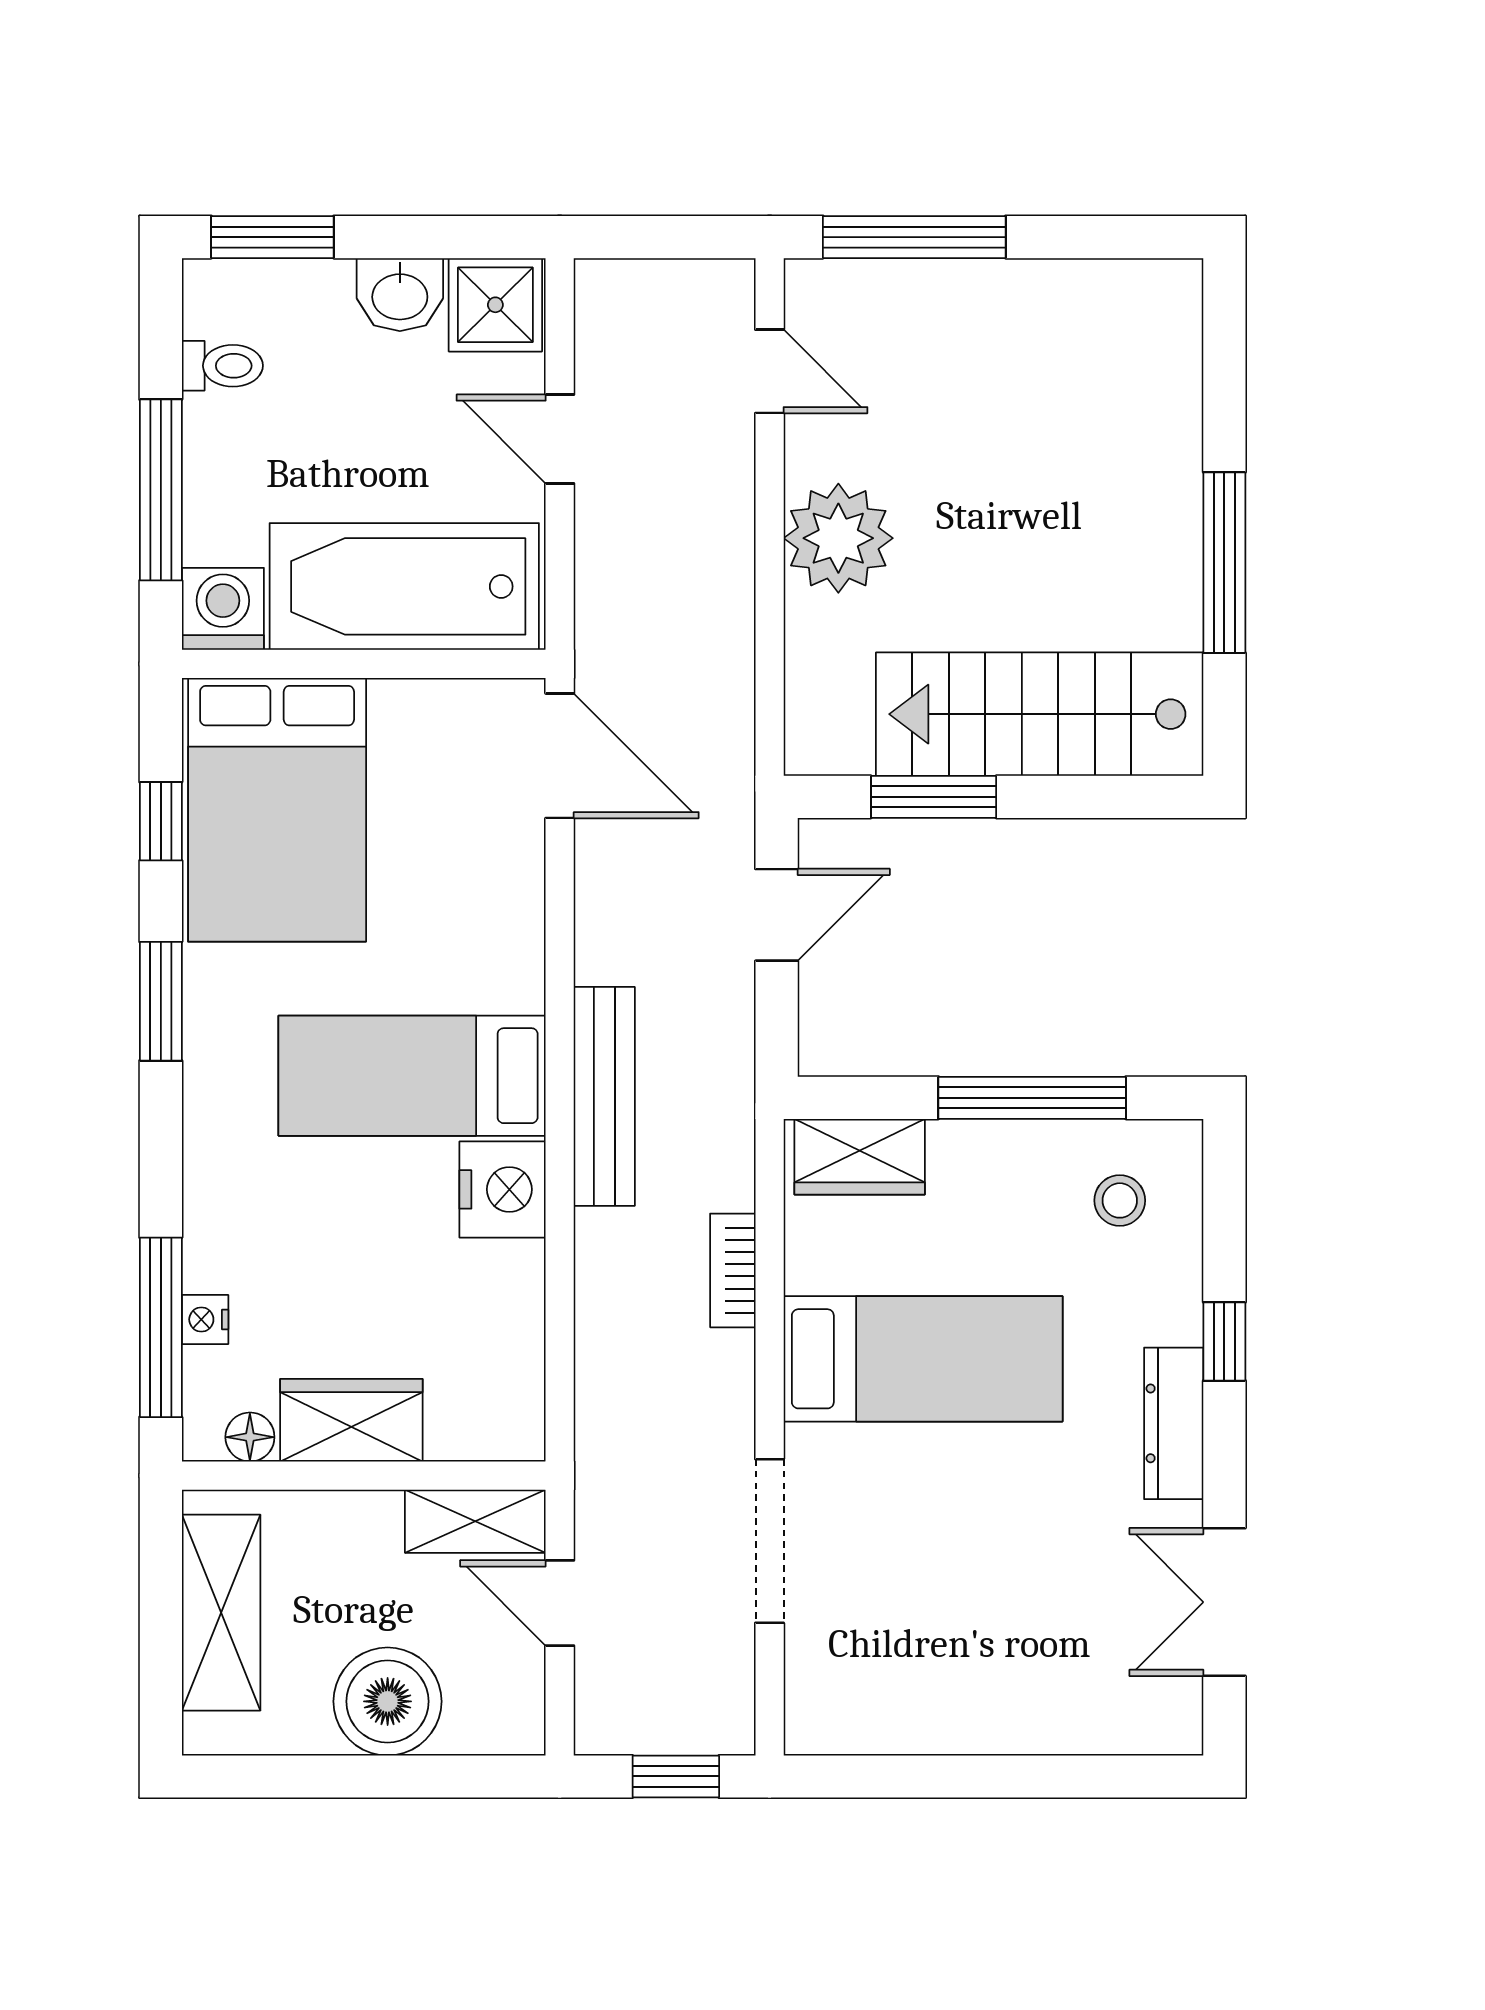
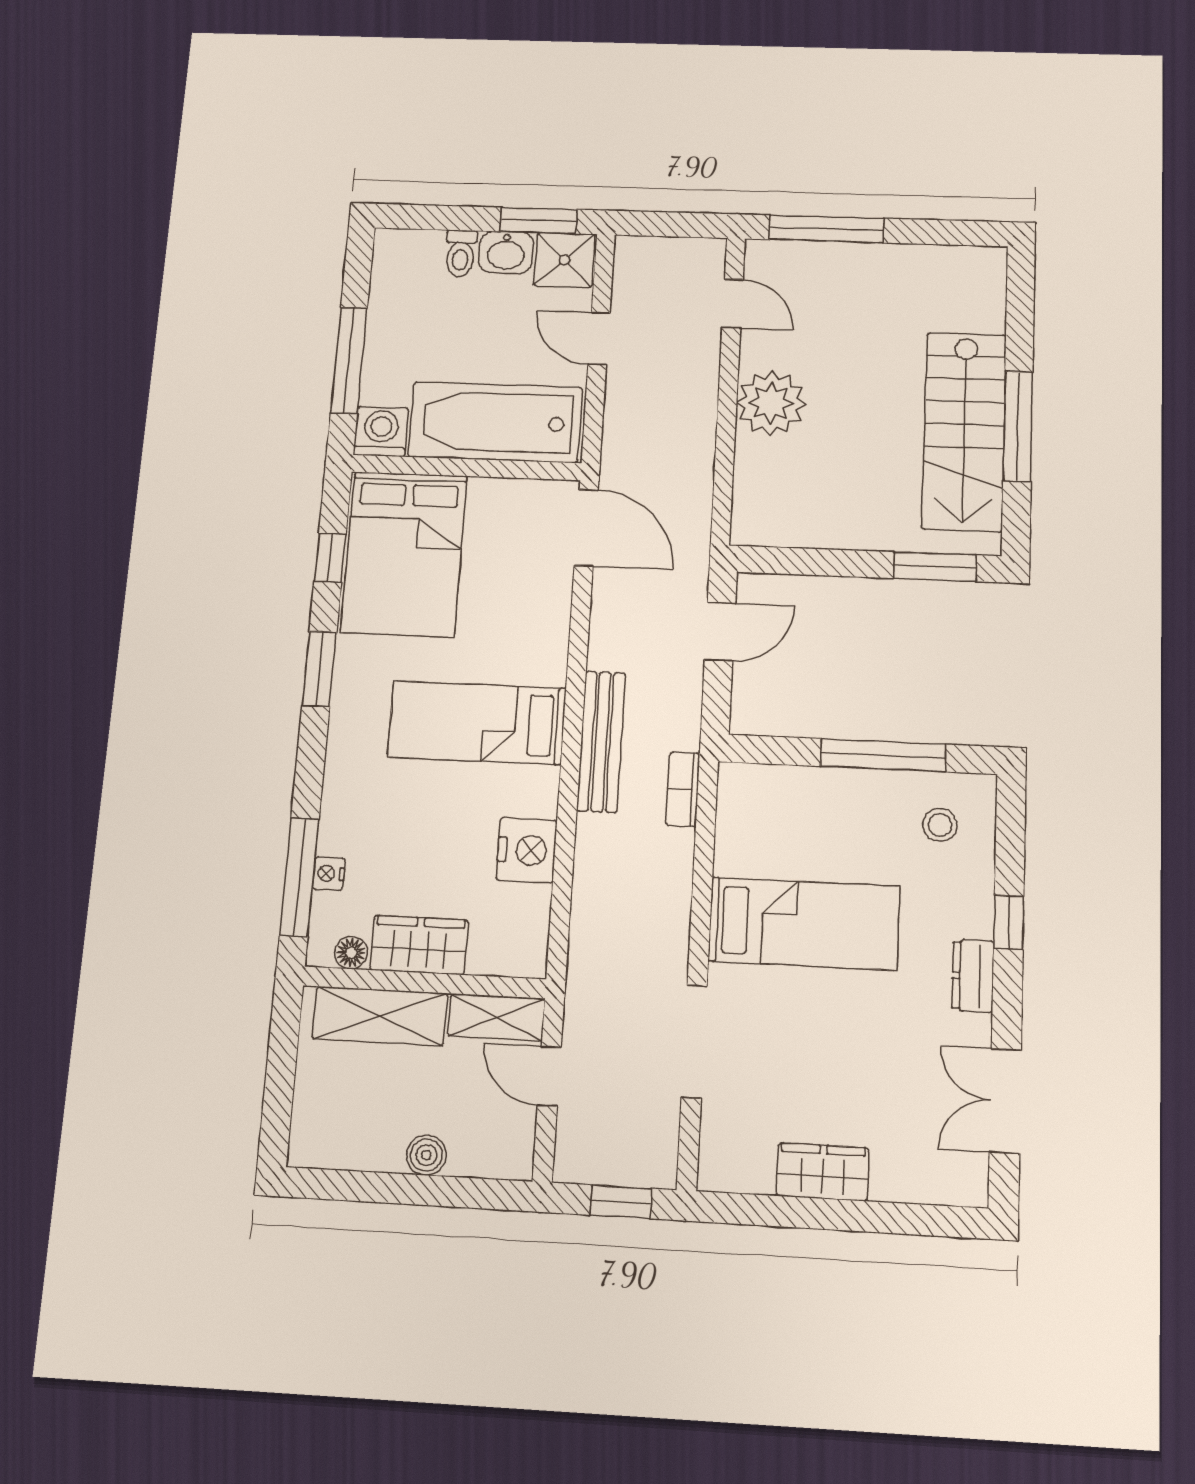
window: (272, 237) -> (539, 221), moved
toilet: (222, 366) -> (461, 253), moved, turned 90
stairs: (1040, 714) -> (964, 431), moved, turned -90
window: (934, 797) -> (935, 567), moved
wardrobe: (860, 1157) -> (823, 1172), moved, turned 180
nightstand: (503, 1189) -> (527, 850), moved
bookcase: (733, 1270) -> (683, 789), moved
dresser: (1174, 1423) -> (973, 976), width x0.70
shelving: (221, 1613) -> (380, 1016), moved, turned 90
boiler: (388, 1701) -> (426, 1155), width x0.54, depth x0.54

